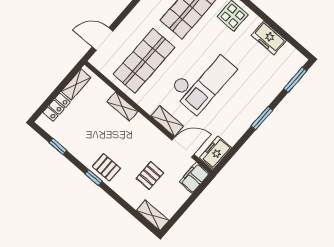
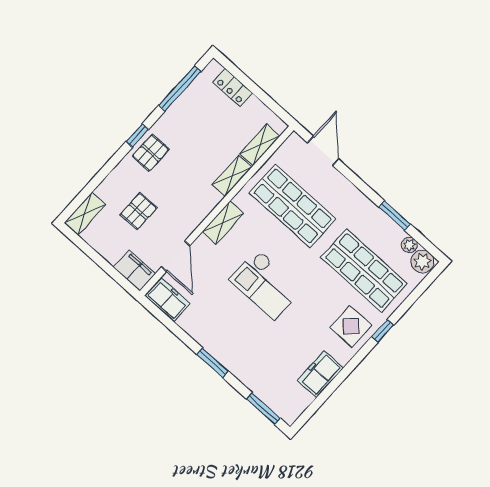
checkout: (203, 80) -> (266, 284), width x0.73, depth x0.83
shelving: (76, 84) -> (260, 145), moved, turned 90
shelving: (167, 121) -> (223, 223), moved
window: (58, 147) -> (180, 88), width x2.17
pallet: (150, 175) -> (139, 211), turned 90

